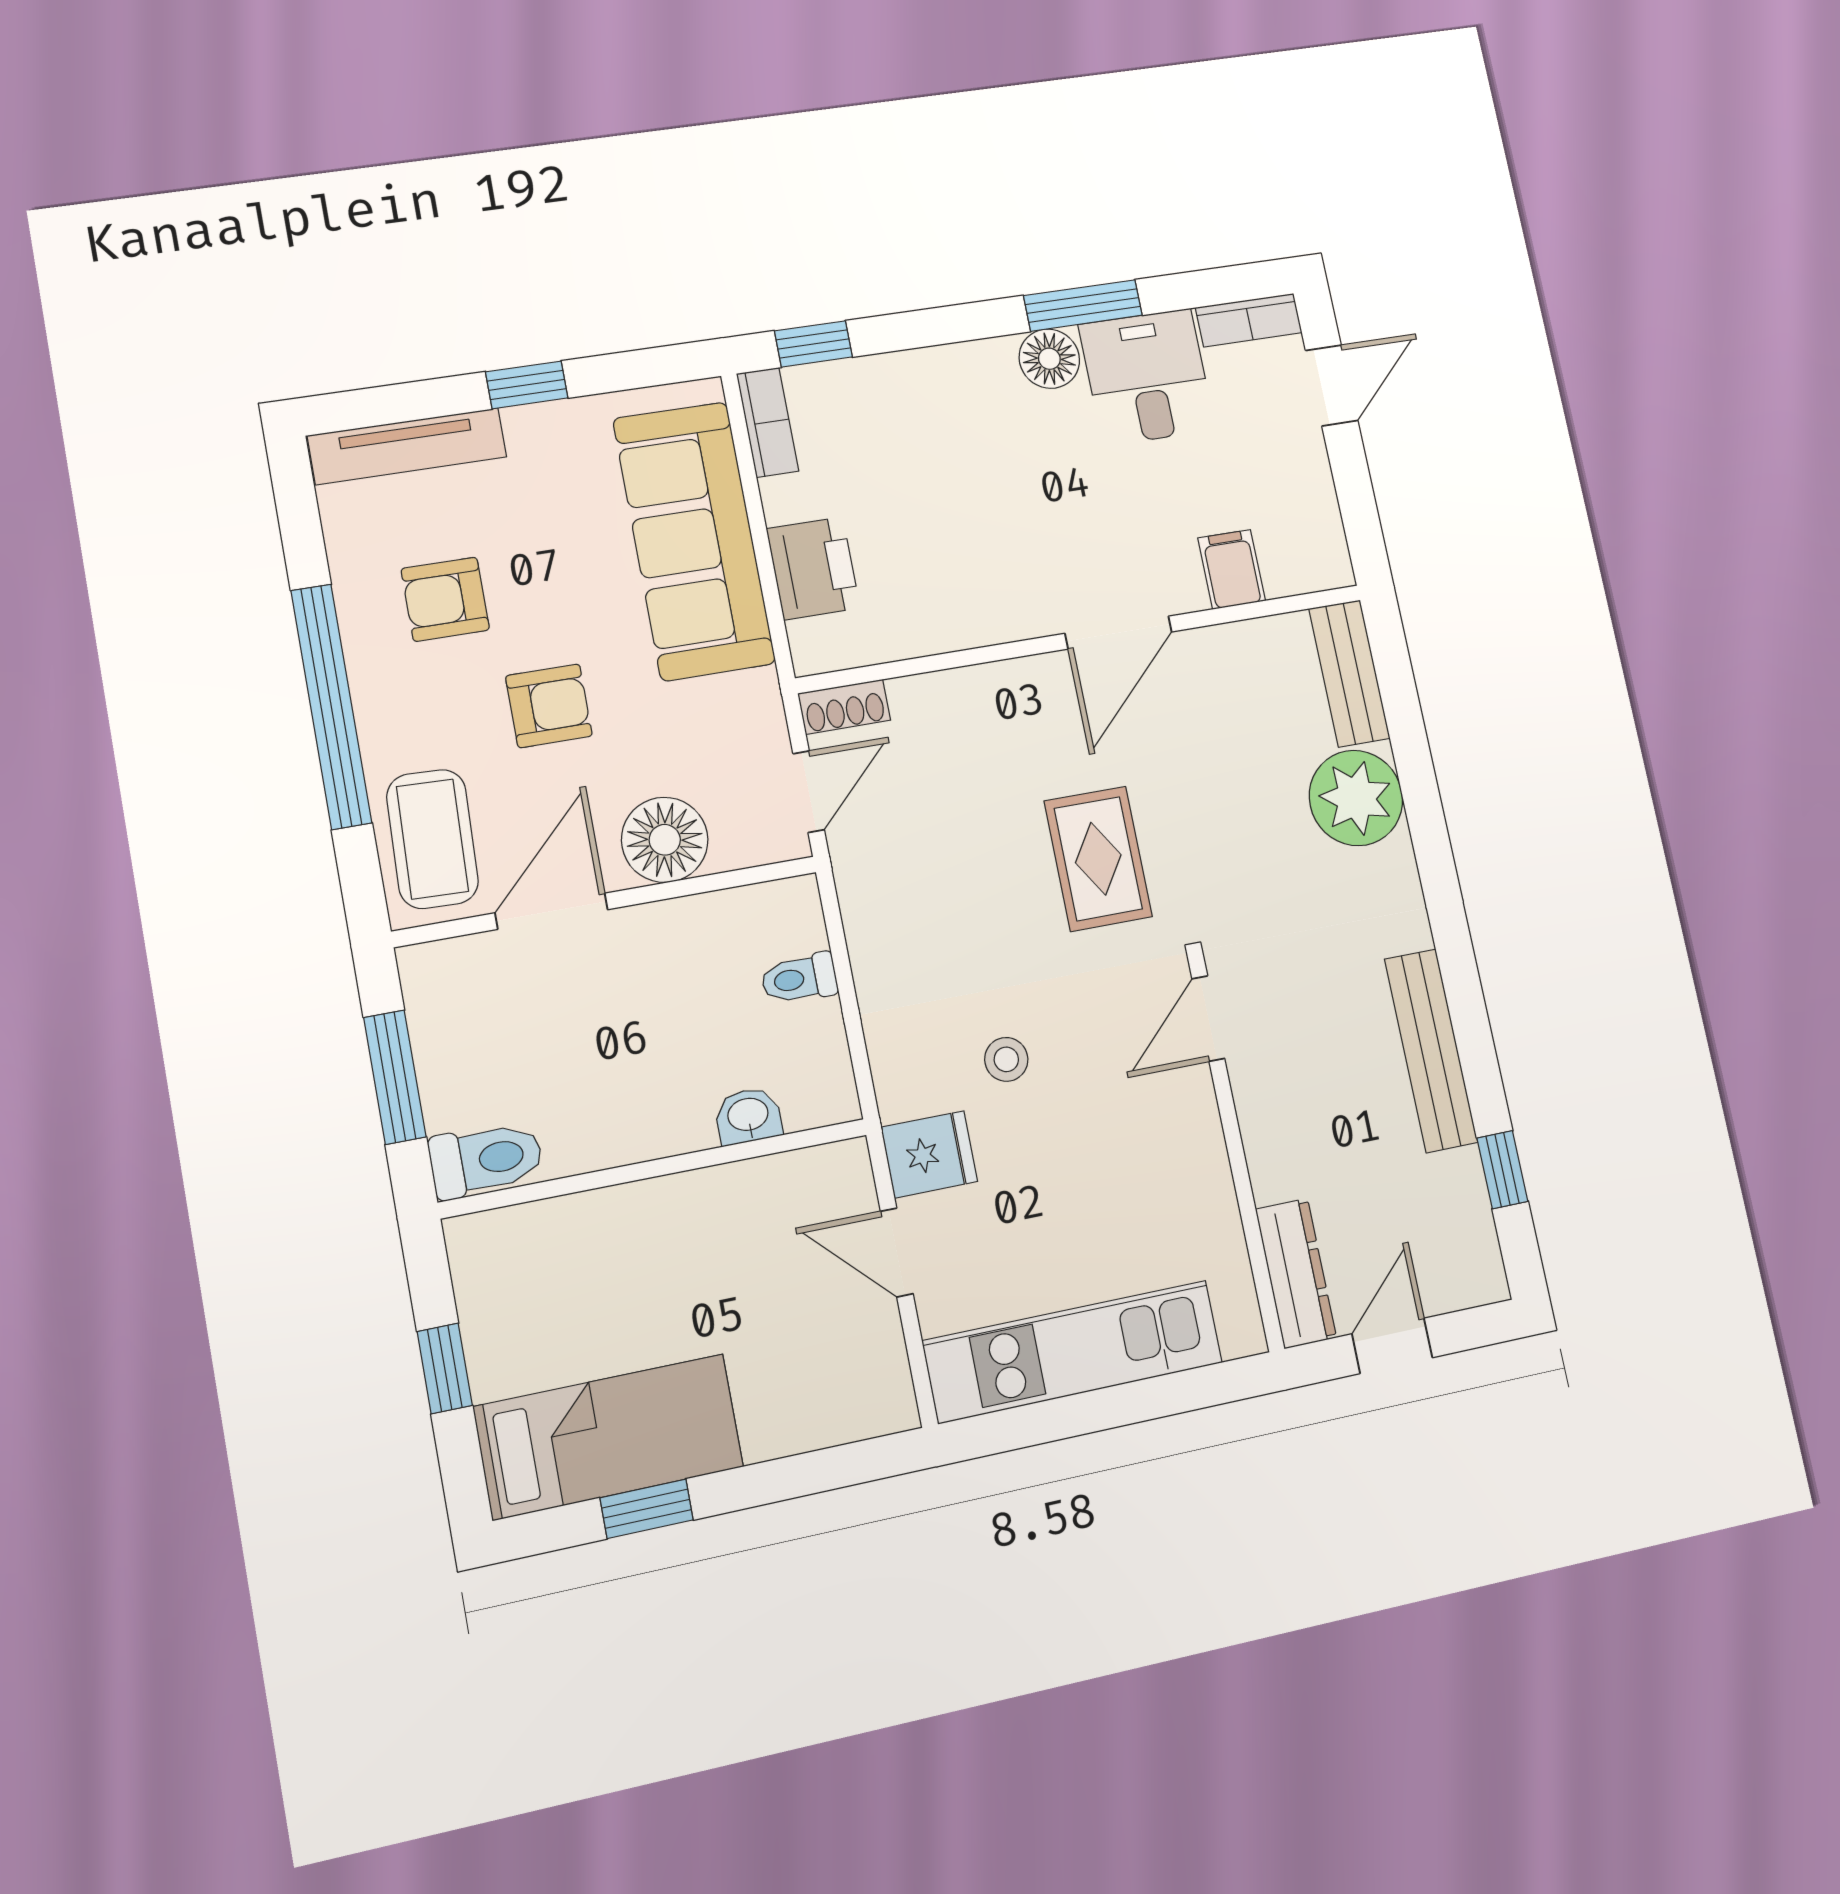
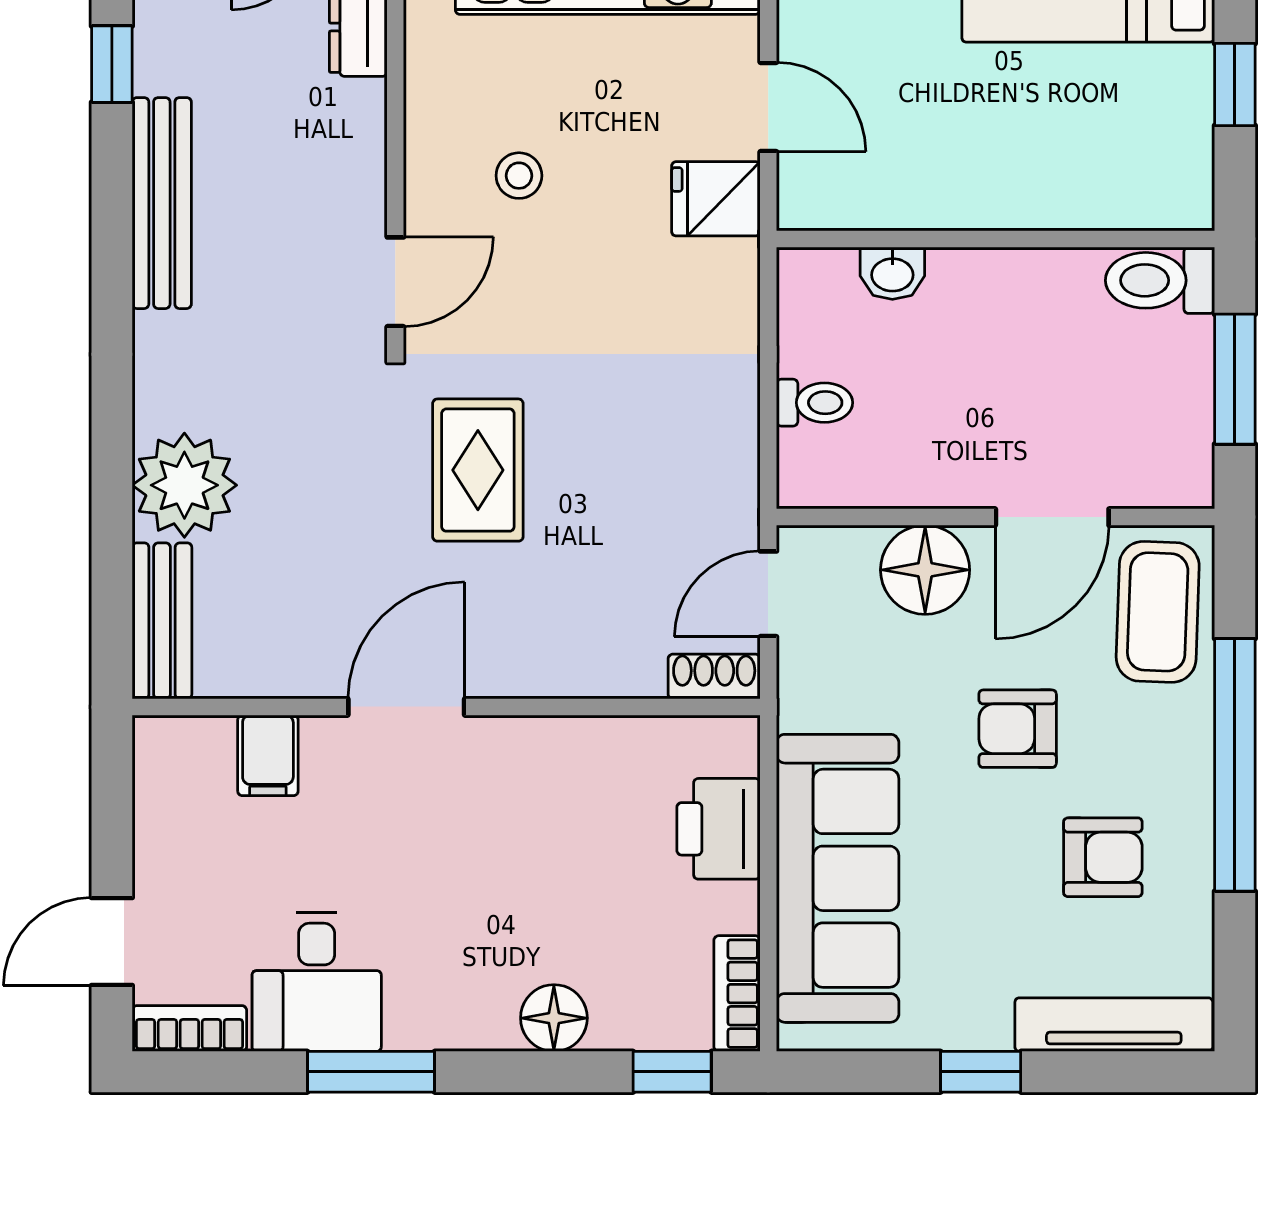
floor lamp: (1049, 359) -> (554, 1018), moved
stool: (1006, 1059) -> (519, 176), moved

